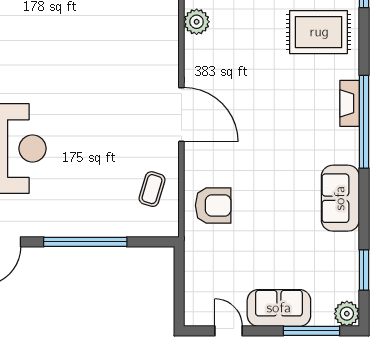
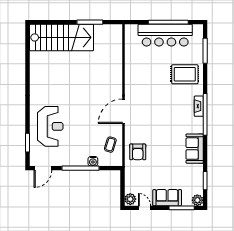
plant: (197, 22) -> (130, 199), moved
door: (181, 115) -> (123, 111), swing flipped
armchair: (213, 205) -> (138, 152), turned 90
water cooler: (113, 226) -> (93, 161), added

